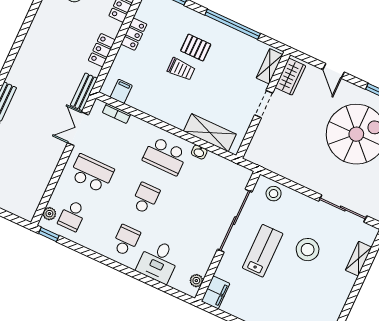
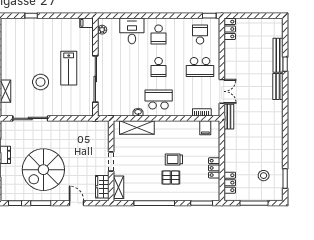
locker: (102, 50) -> (230, 29), moved
stool: (274, 194) -> (79, 108), removed
plant: (49, 214) -> (215, 29), removed
filing cabinet: (215, 292) -> (86, 23), width x0.50

